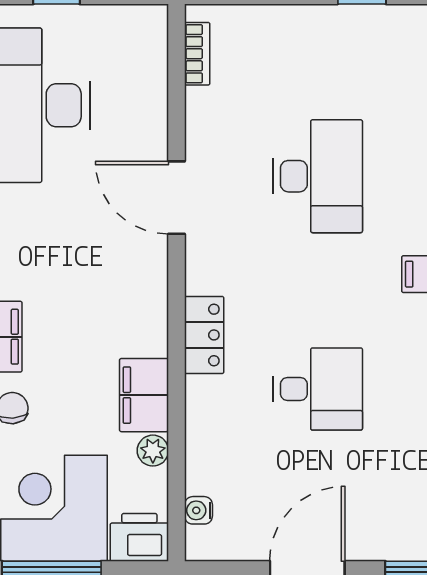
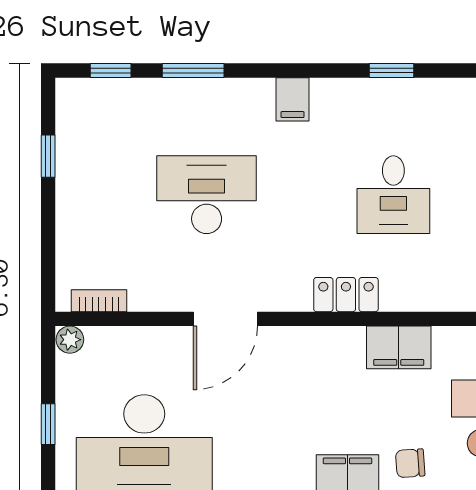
desk: (318, 389) -> (393, 195), turned 180
plant: (153, 451) -> (70, 340), moved

